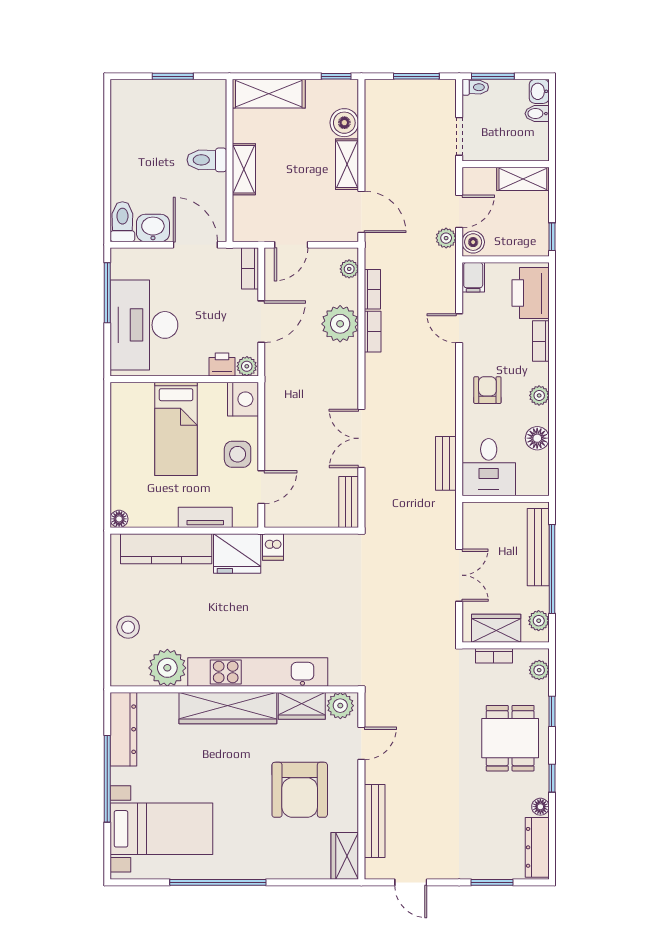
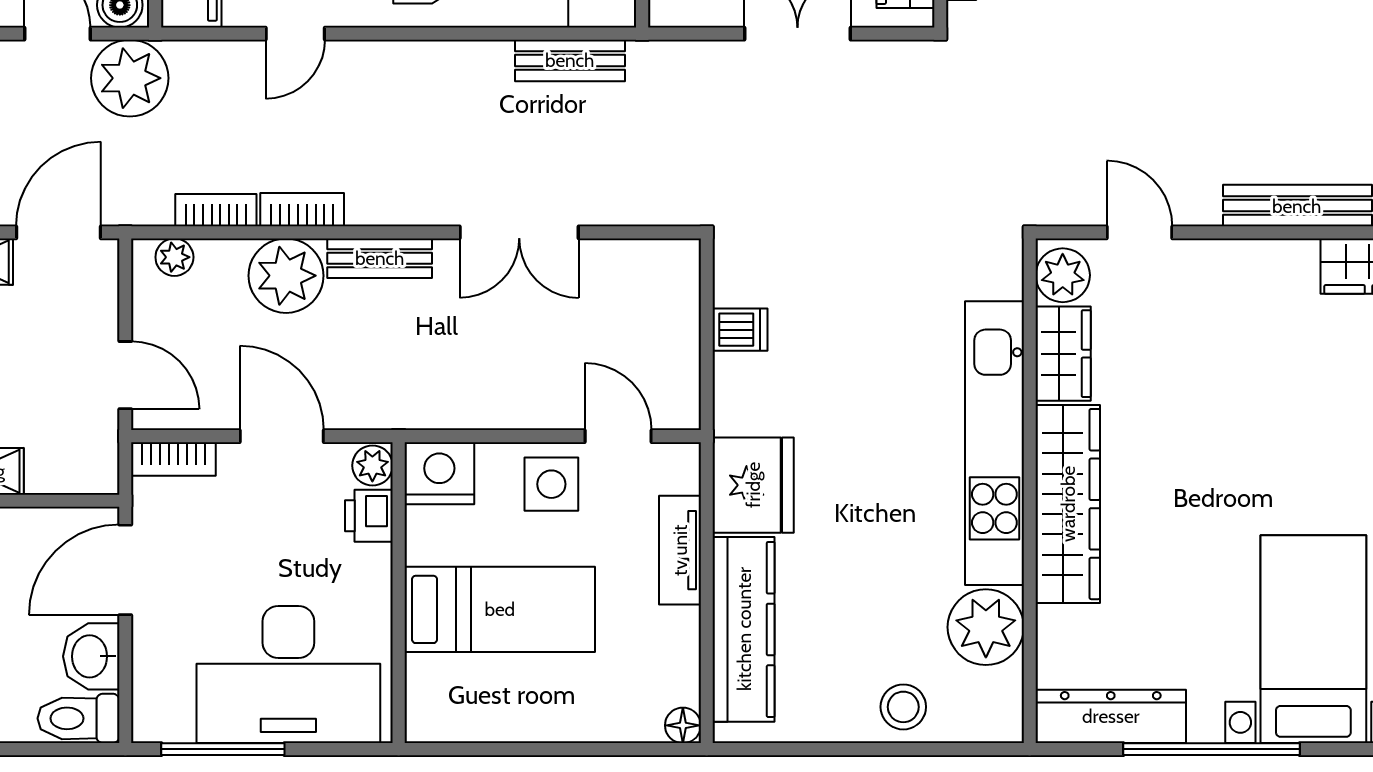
plant: (446, 238) -> (130, 78), width x1.88, depth x1.88
bench: (349, 502) -> (380, 258), moved
dishwasher: (273, 547) -> (740, 330), moved
armchair: (300, 790) -> (1234, 358), removed

